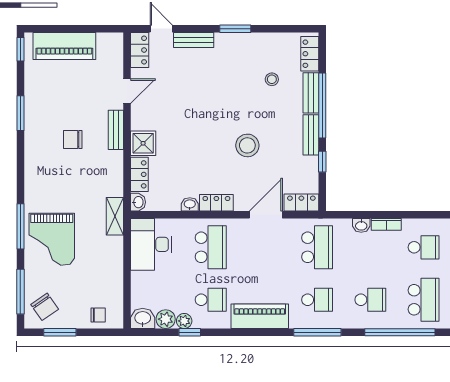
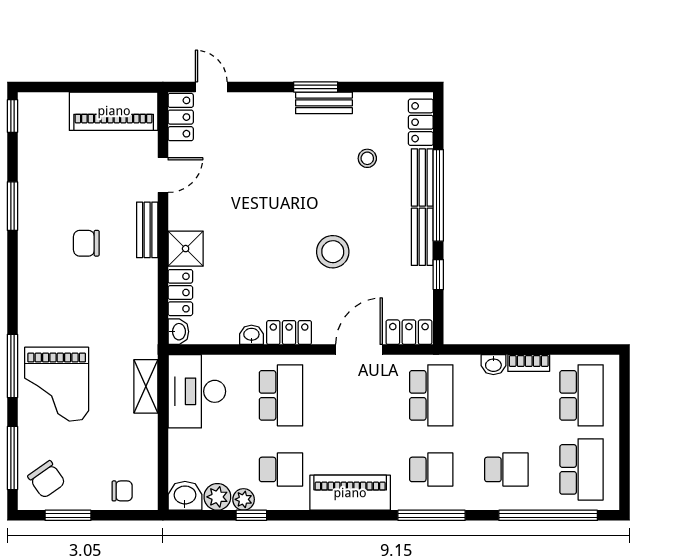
bench: (194, 40) -> (324, 103), moved
piano: (64, 46) -> (114, 111), moved
shelving: (115, 216) -> (146, 386), moved
school desk: (424, 247) -> (581, 395), width x1.85

